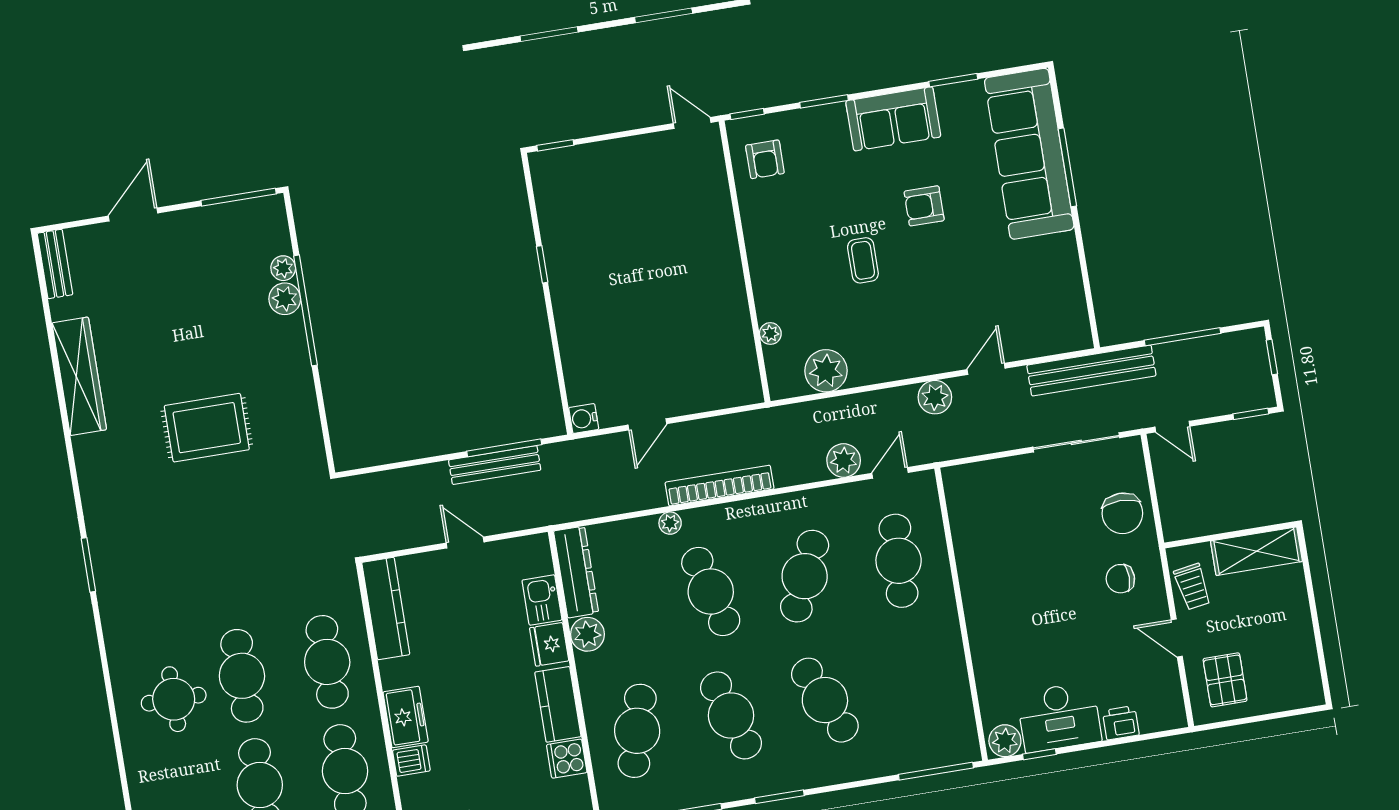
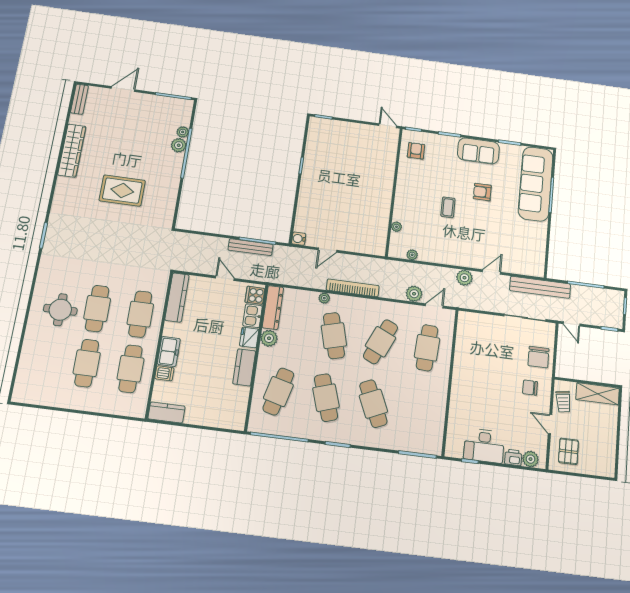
armchair: (765, 159) -> (416, 151), turned 180
plant: (826, 371) -> (412, 255), width x0.53, depth x0.53
plant: (1005, 741) -> (531, 459), moved
cooker: (567, 759) -> (255, 295), moved

